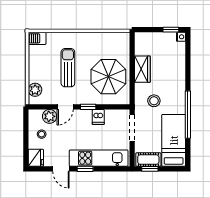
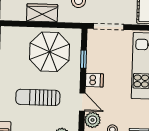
window: (88, 107) -> (84, 59), moved
dishwasher: (98, 117) -> (94, 80), moved

